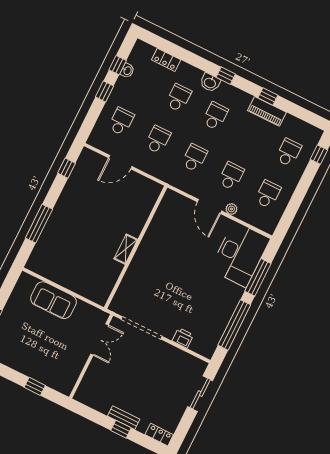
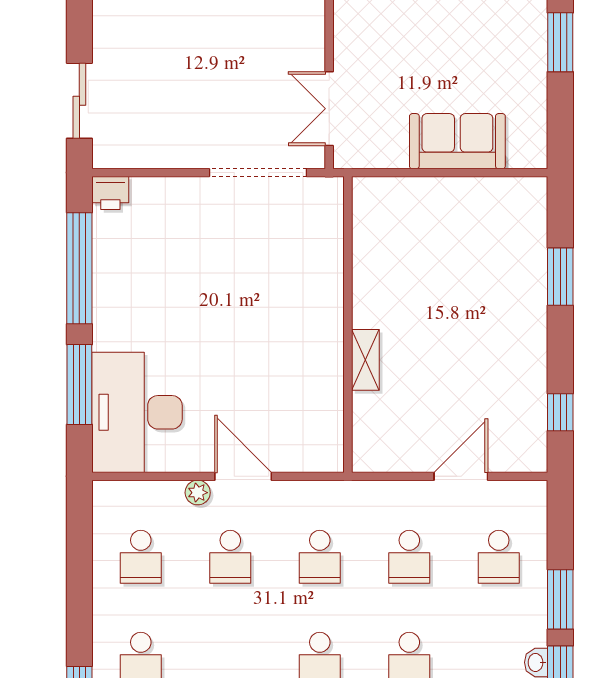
window: (105, 91) -> (560, 599), width x1.50
window: (39, 224) -> (560, 277), width x0.69
shelving: (126, 249) -> (365, 360), moved
printer: (183, 338) -> (110, 193), moved

